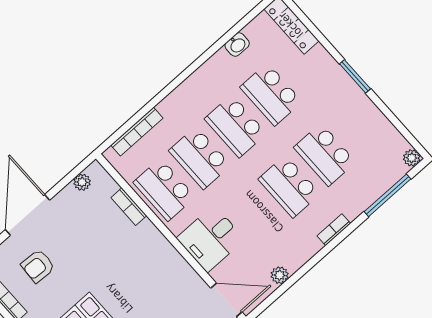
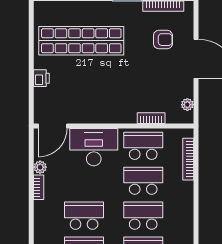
bookcase: (334, 230) -> (39, 187), moved
desk: (211, 239) -> (94, 147), width x1.37
armchair: (38, 266) -> (163, 40), turned 87

